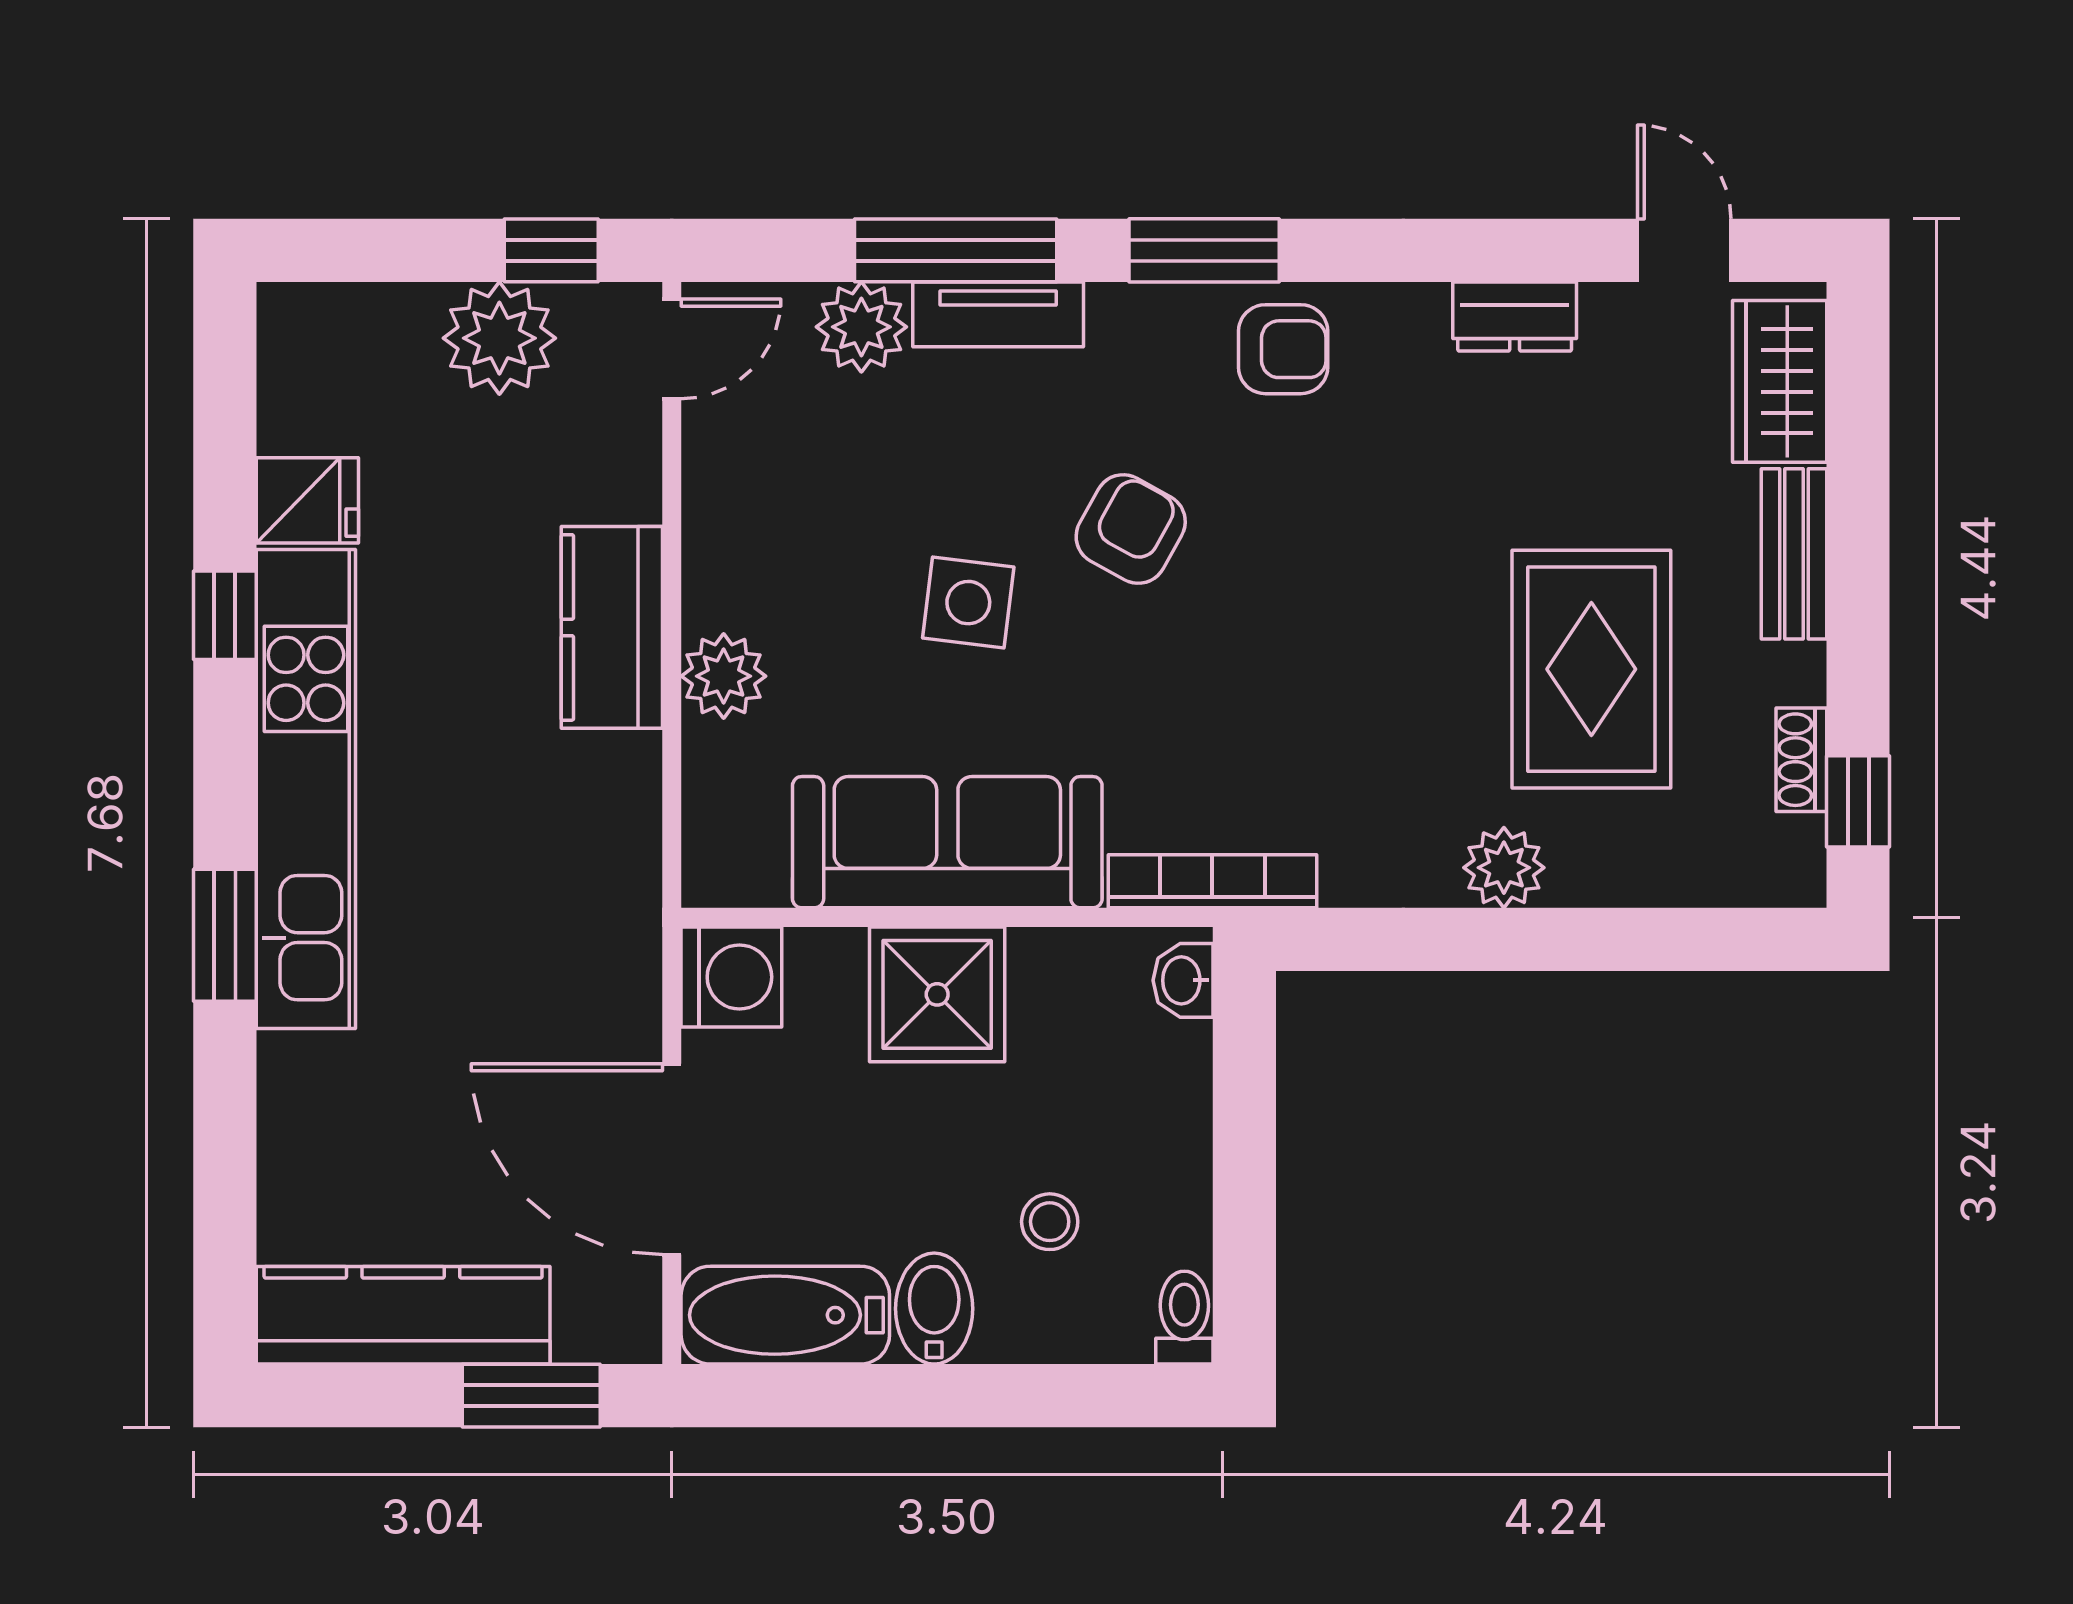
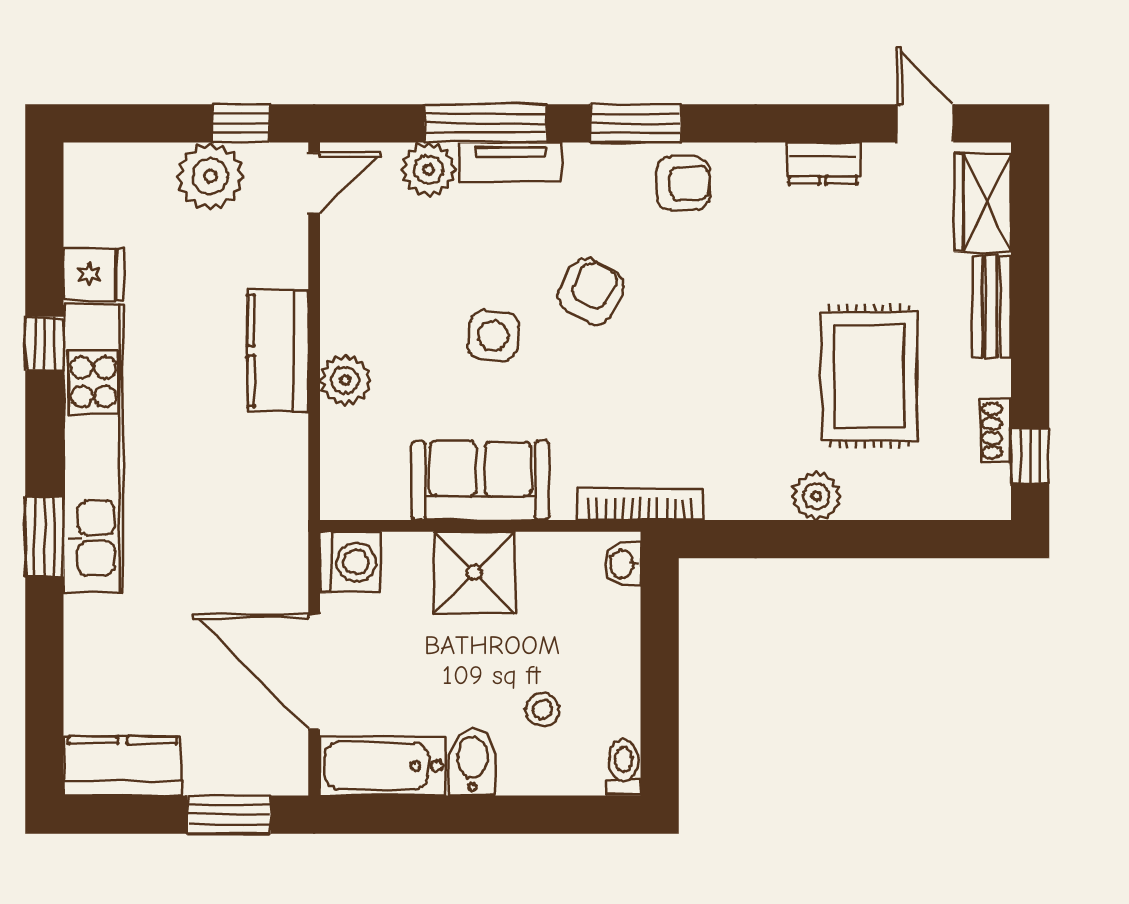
sofa: (947, 842) -> (480, 481), width x0.73
kitchen counter: (403, 1315) -> (122, 766), width x0.67

